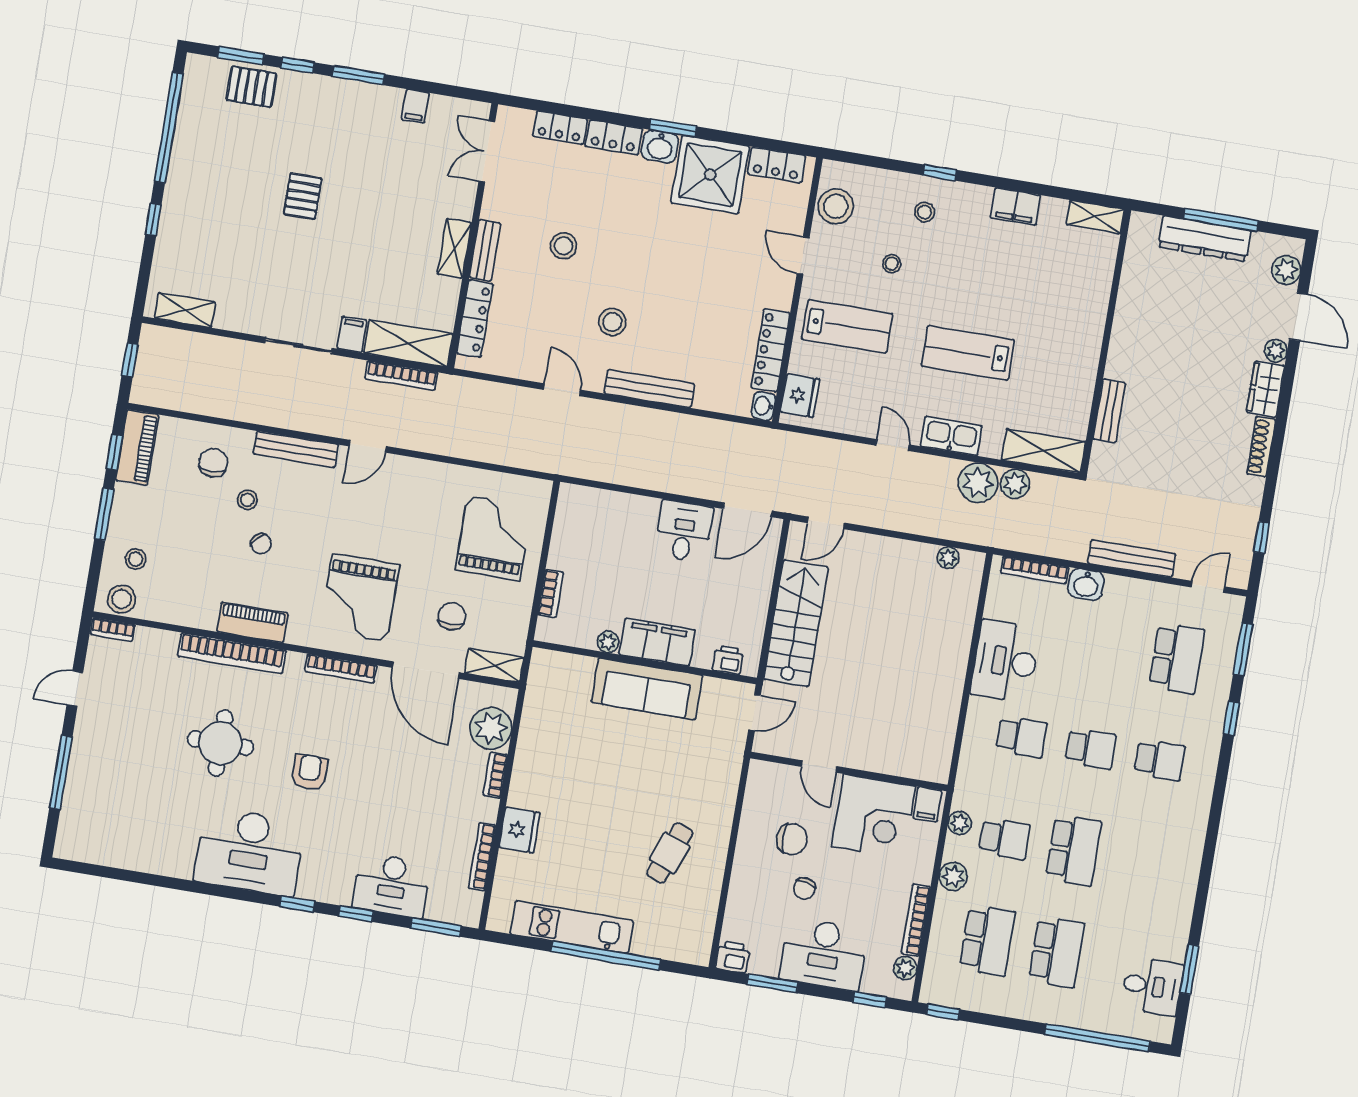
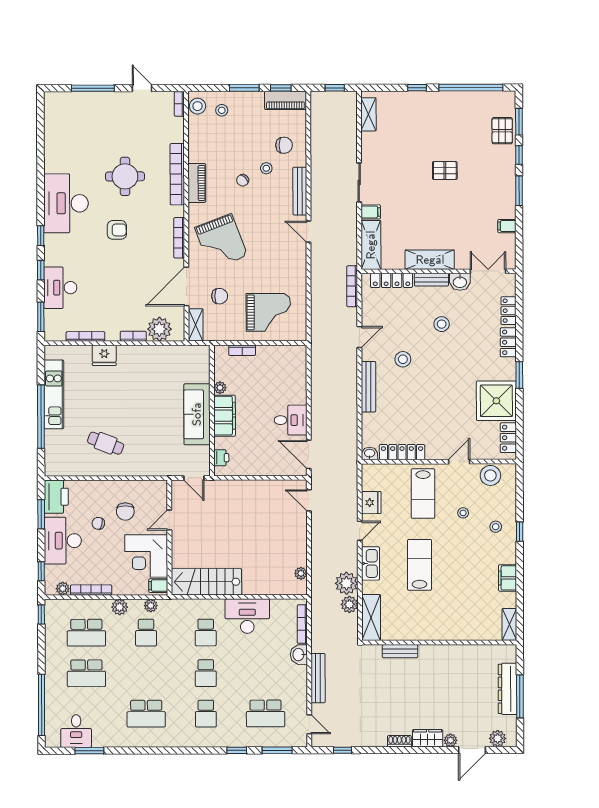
washbasin: (660, 147) -> (460, 282), moved, turned -90
shelving: (454, 248) -> (430, 260), width x1.50, depth x1.33
bookcase: (401, 375) -> (352, 286), moved
fridge: (800, 396) -> (371, 503), moved, turned -90
shoe rack: (1261, 447) -> (399, 741), width x0.70
grand piano: (359, 598) -> (221, 242), turned -111
stairs: (796, 623) -> (206, 582), moved, turned 180
school desk: (1074, 850) -> (146, 714), moved
printer: (733, 957) -> (56, 497), width x1.87, depth x1.48

